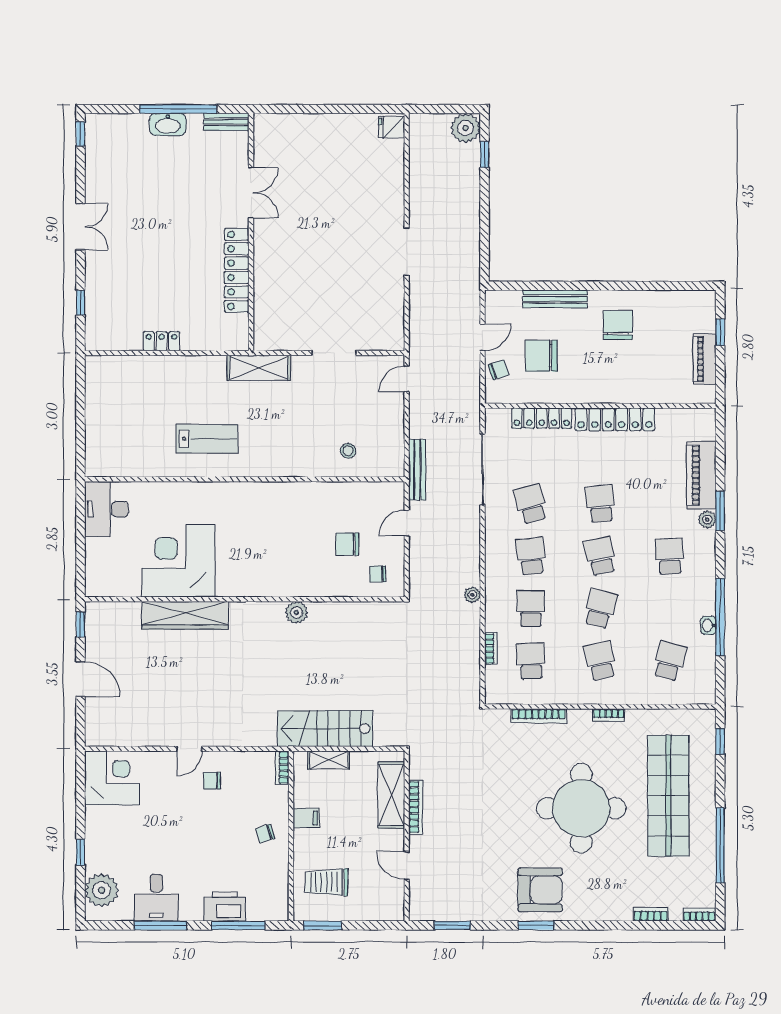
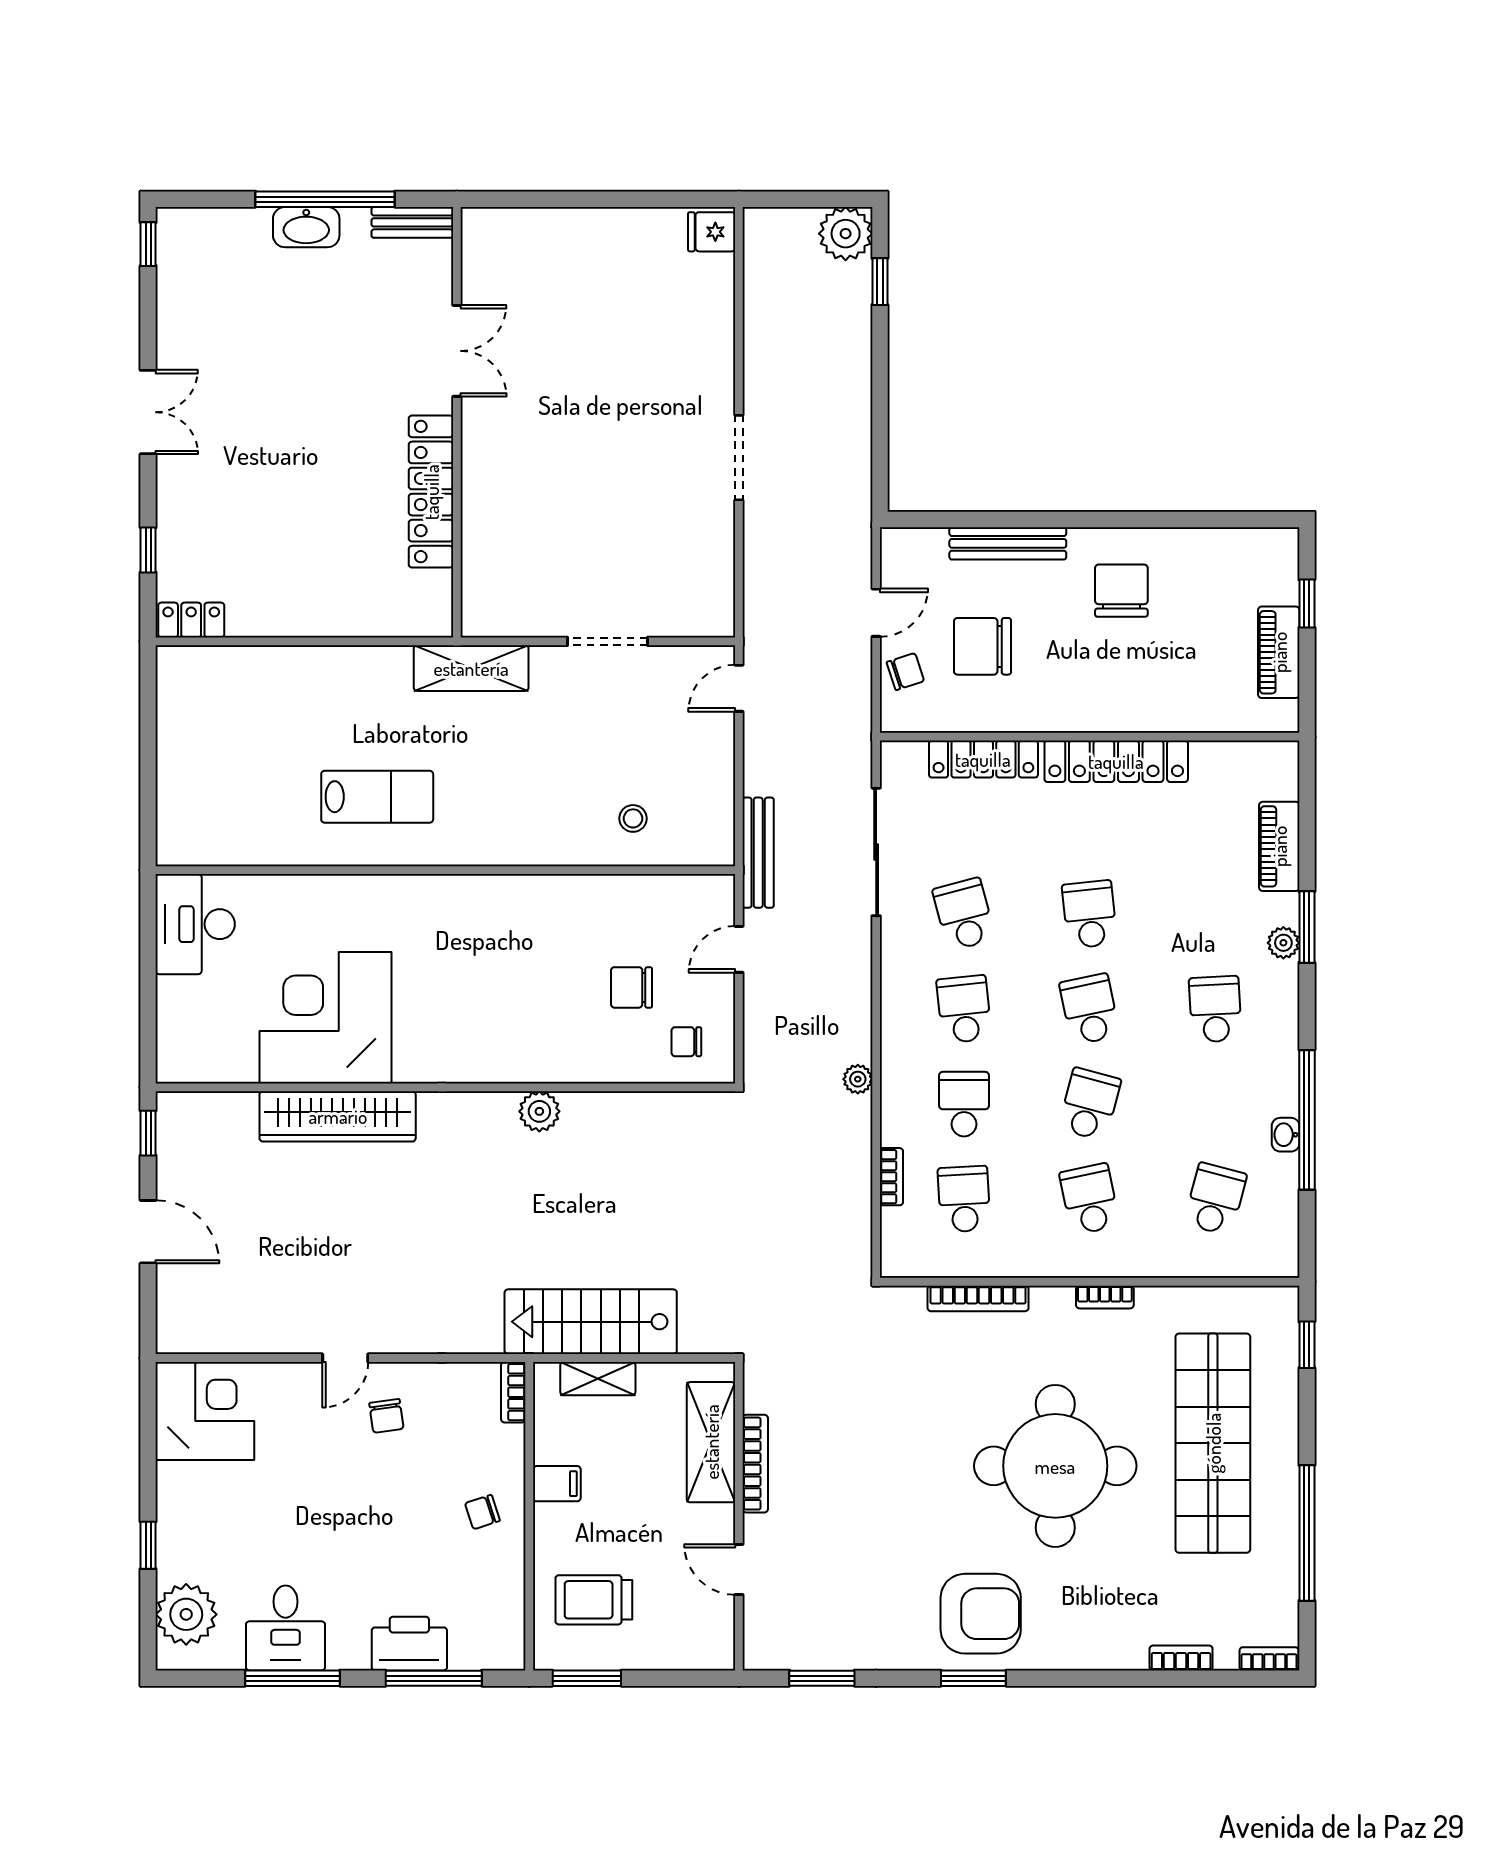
locker: (162, 341) -> (191, 620), moved
piano: (701, 475) -> (1279, 846), width x0.73, depth x0.75
chair: (212, 781) -> (386, 1416), turned -98

